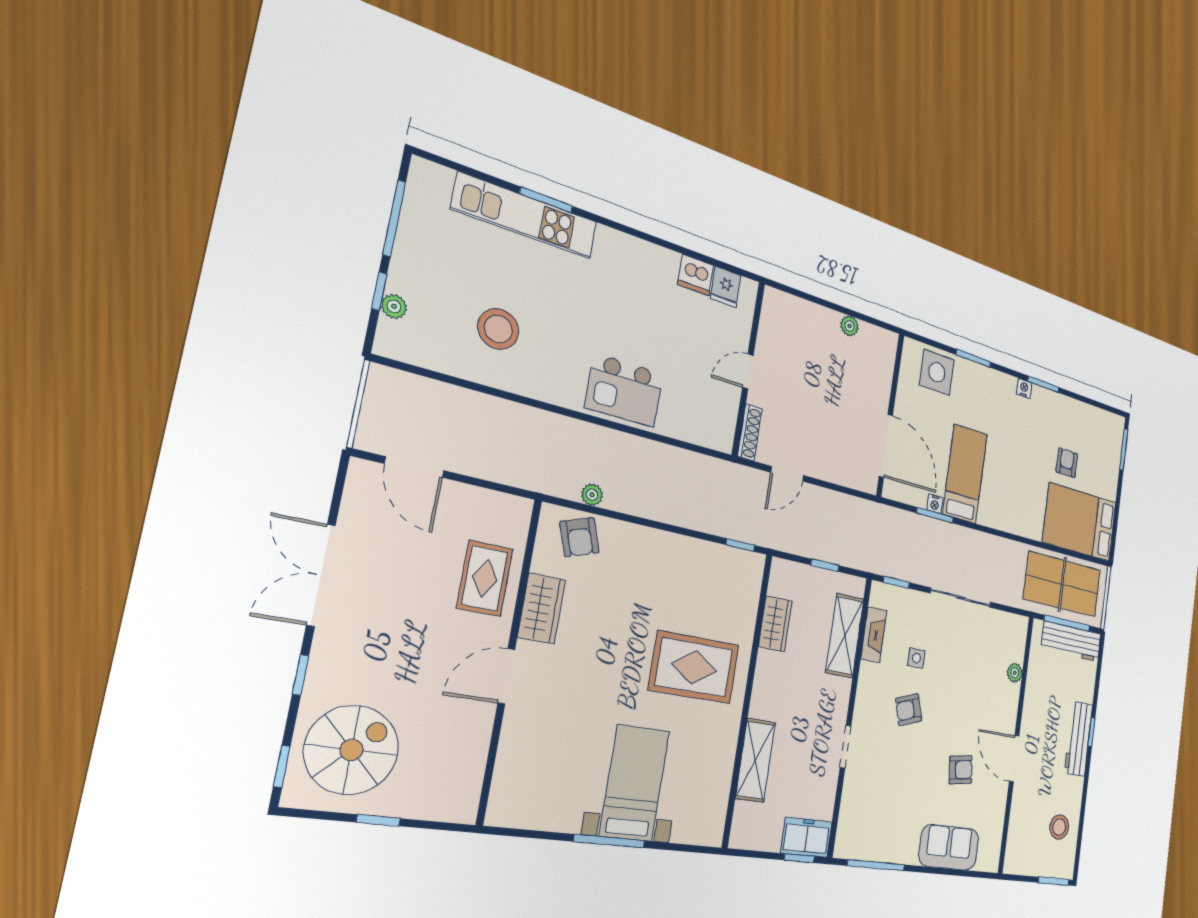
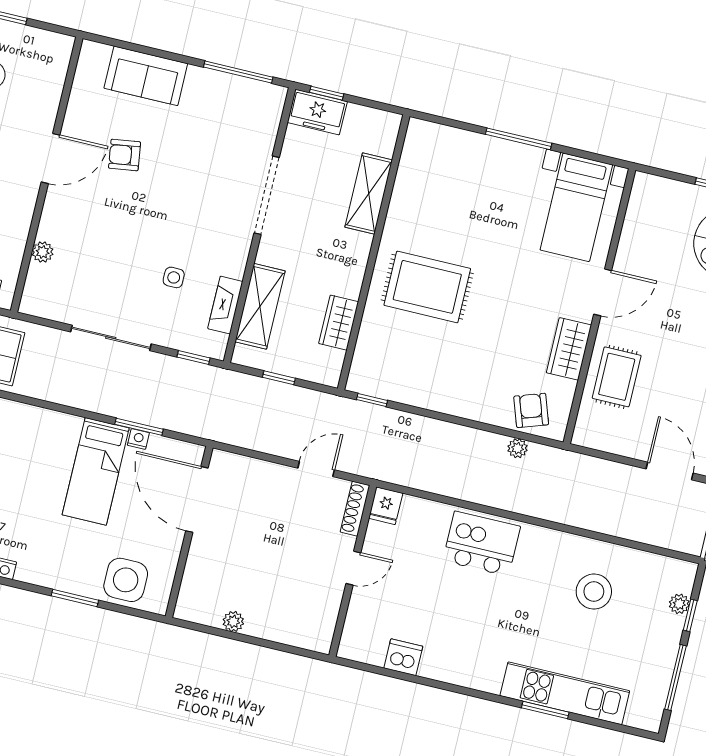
fridge: (726, 287) -> (386, 506), moved, turned 180
armchair: (909, 710) -> (187, 225), removed
doorway: (845, 747) -> (267, 195), width x1.88
door: (1014, 759) -> (51, 158), hinge flipped
bed with nightstands: (635, 783) -> (576, 207), moved

